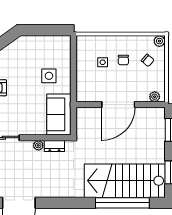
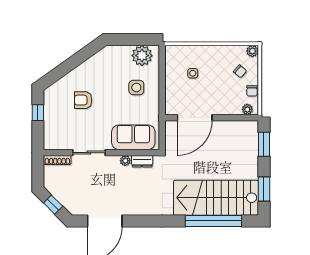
plant: (54, 45) -> (142, 56), added
chair: (123, 60) -> (252, 91), moved
door: (118, 105) -> (195, 118), moved
sofa: (59, 114) -> (133, 137), moved, turned 90

